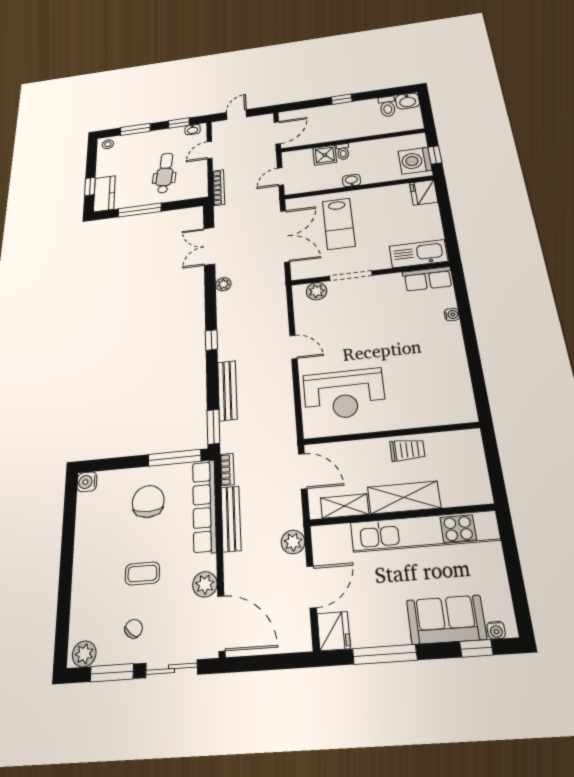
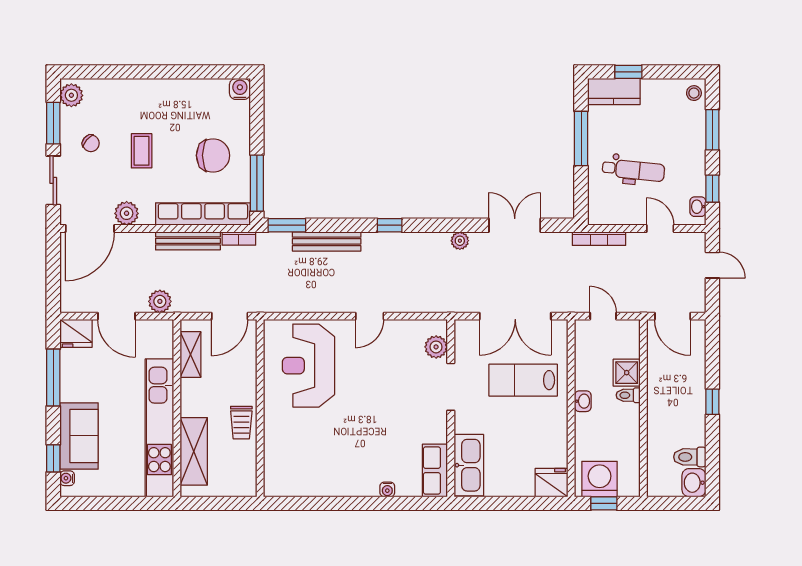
shelving: (404, 497) -> (194, 451), moved

